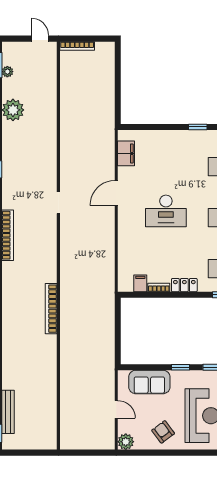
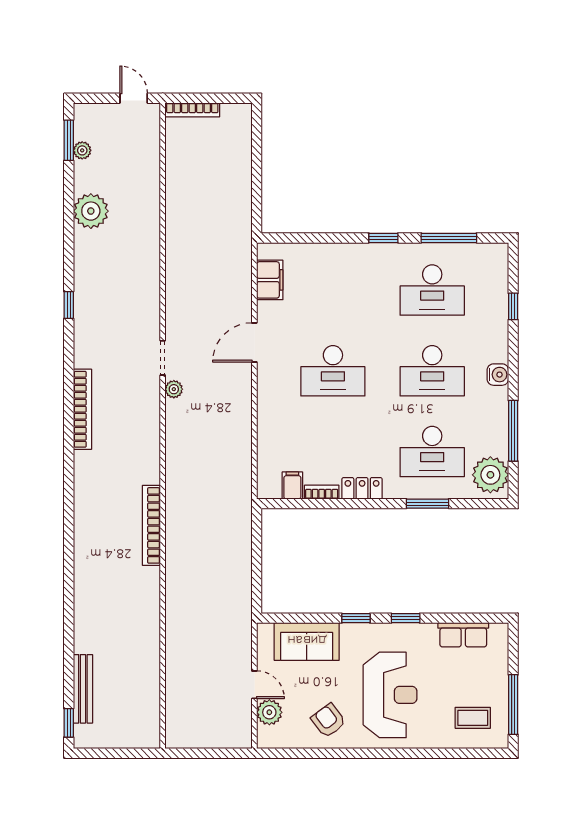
plant: (65, 223) -> (174, 389), added
plant: (126, 442) -> (269, 712), moved

